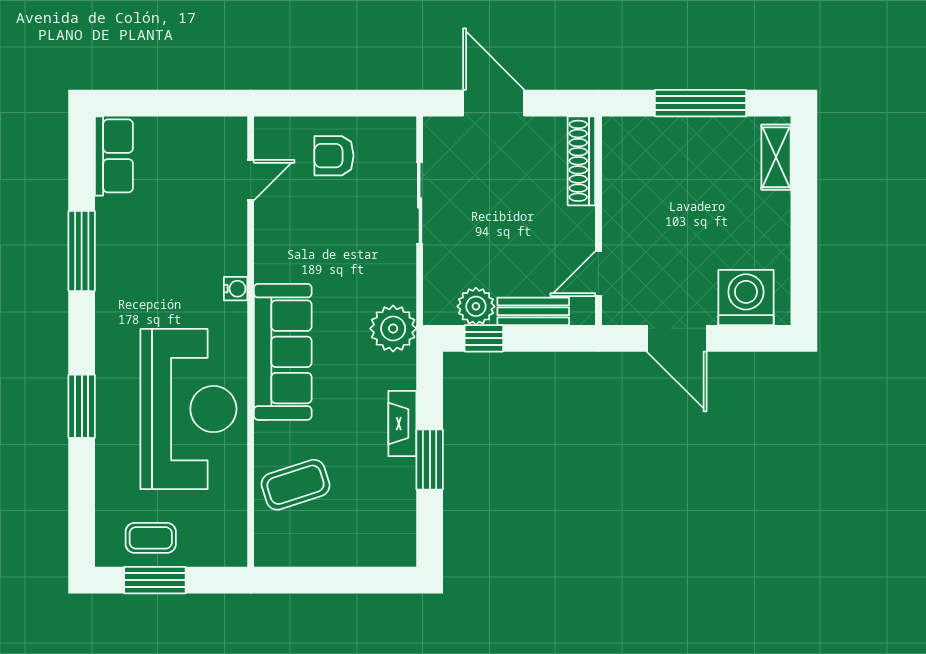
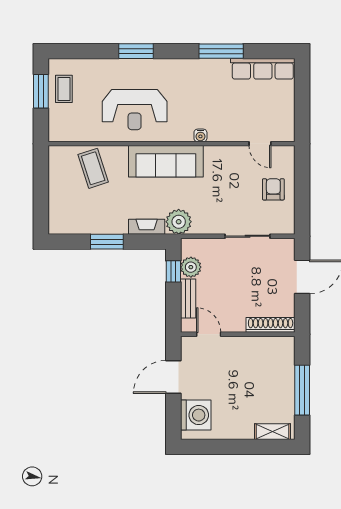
row of seats: (114, 156) -> (263, 69), width x1.48
reception desk: (188, 409) -> (135, 110), width x0.74, depth x0.77
fireplace: (402, 424) -> (147, 227), moved

